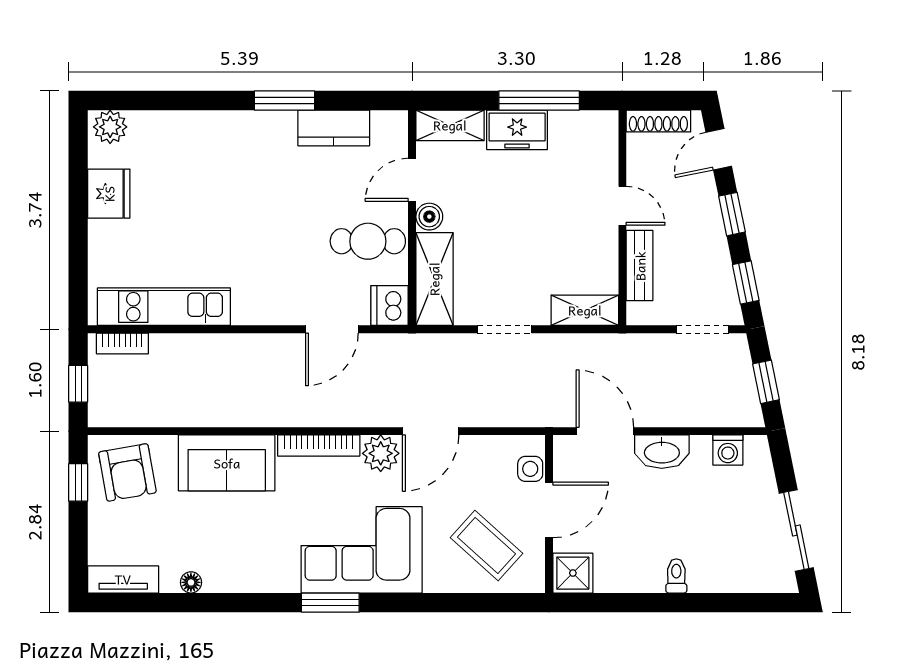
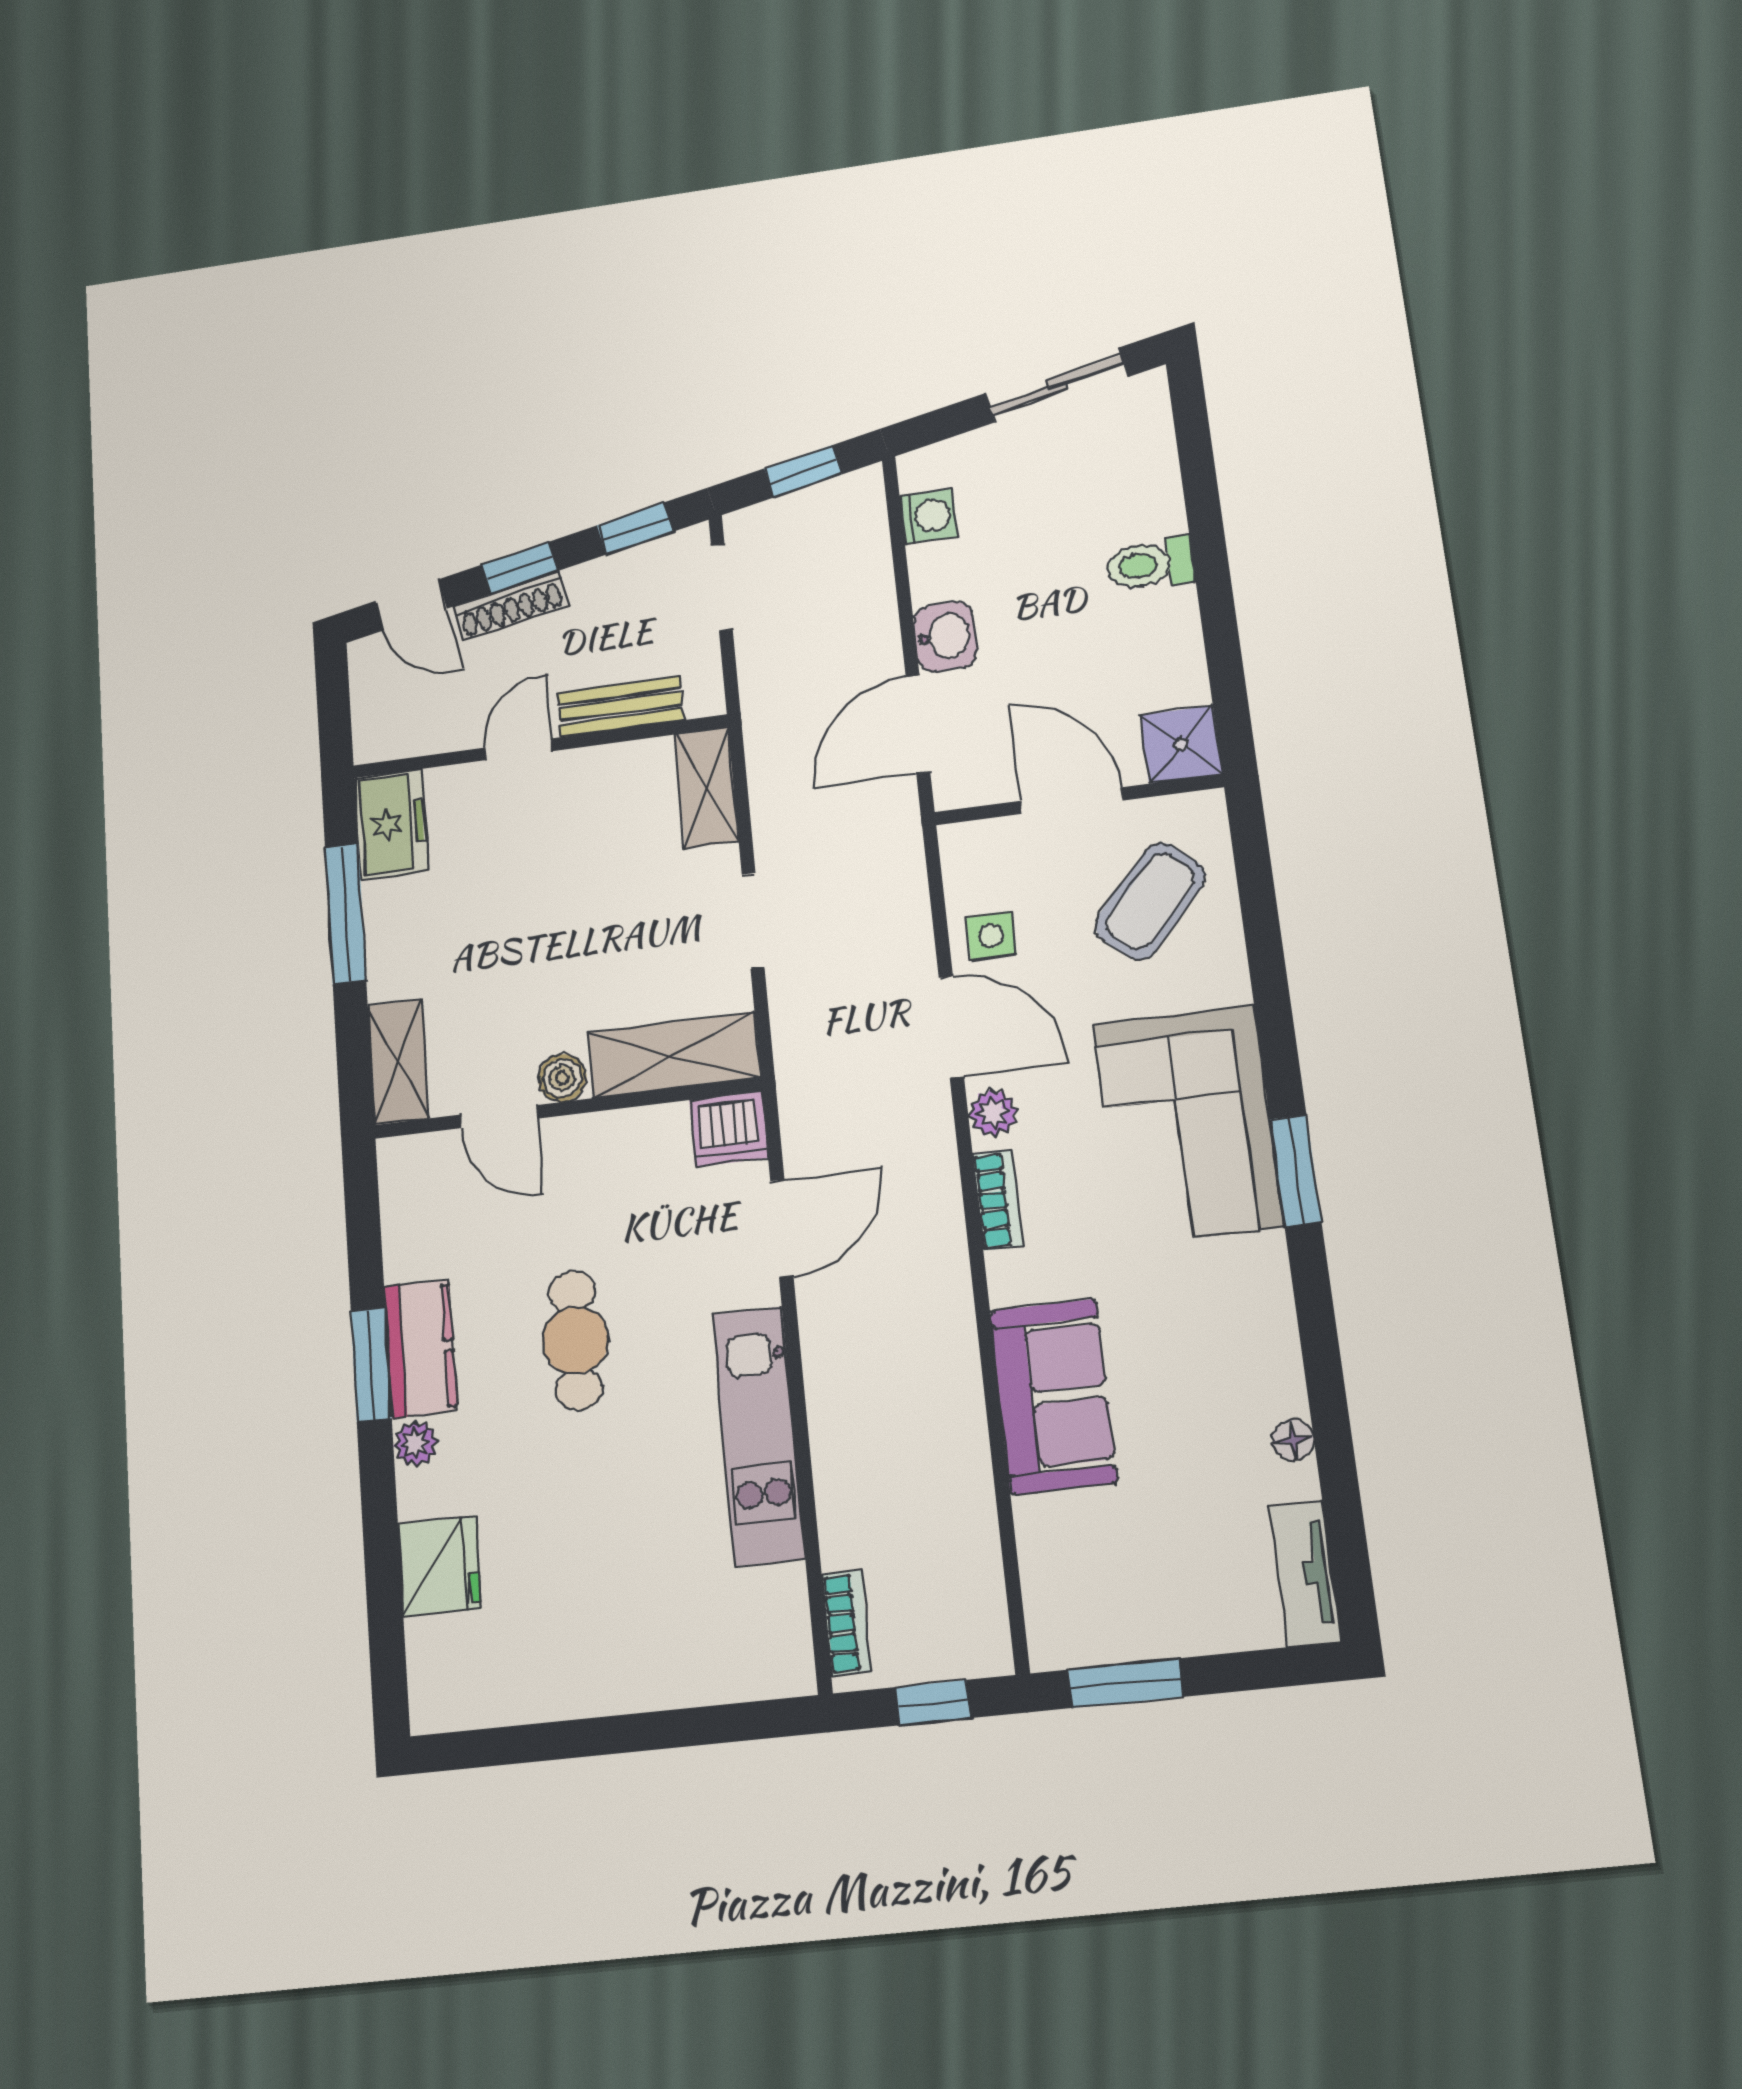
shoe rack: (658, 121) -> (511, 606), moved, turned 79
plant: (110, 127) -> (416, 1443), moved, width x0.73, depth x0.73
kitchen counter: (334, 128) -> (420, 1348), moved
freezer: (517, 130) -> (391, 824), moved
fridge: (109, 194) -> (439, 1566), moved, turned 90
cafe table: (368, 241) -> (576, 1340), moved
kitchen unit: (164, 307) -> (758, 1435), moved
door: (332, 329) -> (782, 1228), hinge flipped
bookcase: (319, 446) -> (998, 1200), width x0.64
washbasin: (662, 452) -> (945, 636), width x0.72
plant: (381, 453) -> (993, 1113), width x0.73, depth x0.73
side table: (530, 469) -> (991, 936), moved
armchair: (127, 472) -> (1094, 1587), removed
window: (78, 482) -> (1125, 1683), width x1.50
toilet: (676, 576) -> (1150, 564), width x1.37, depth x1.39

